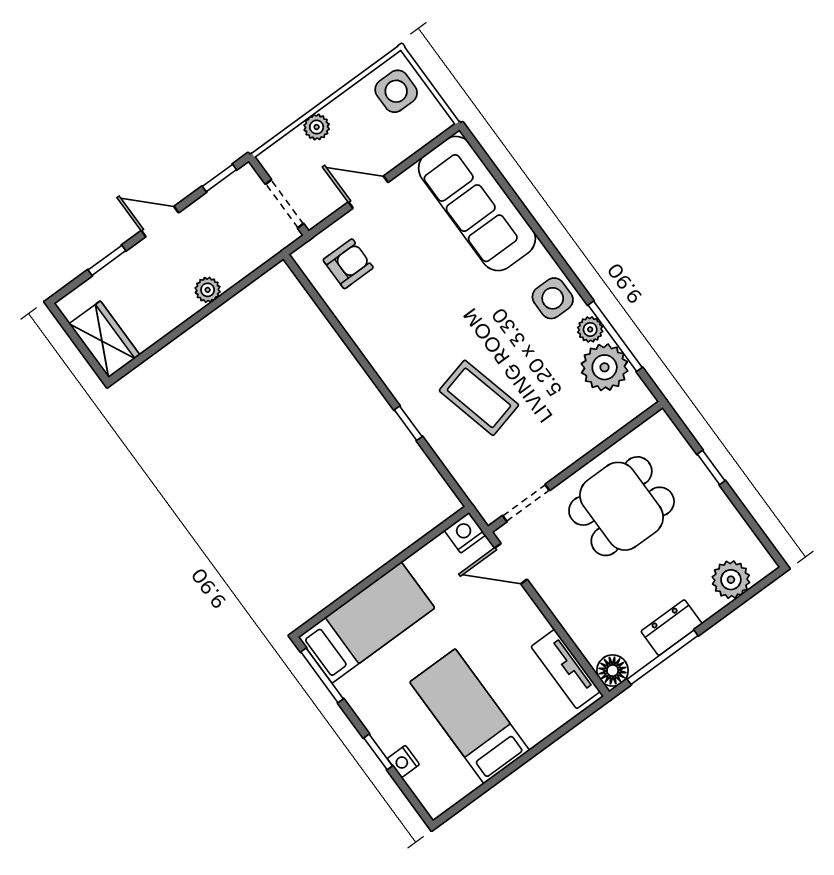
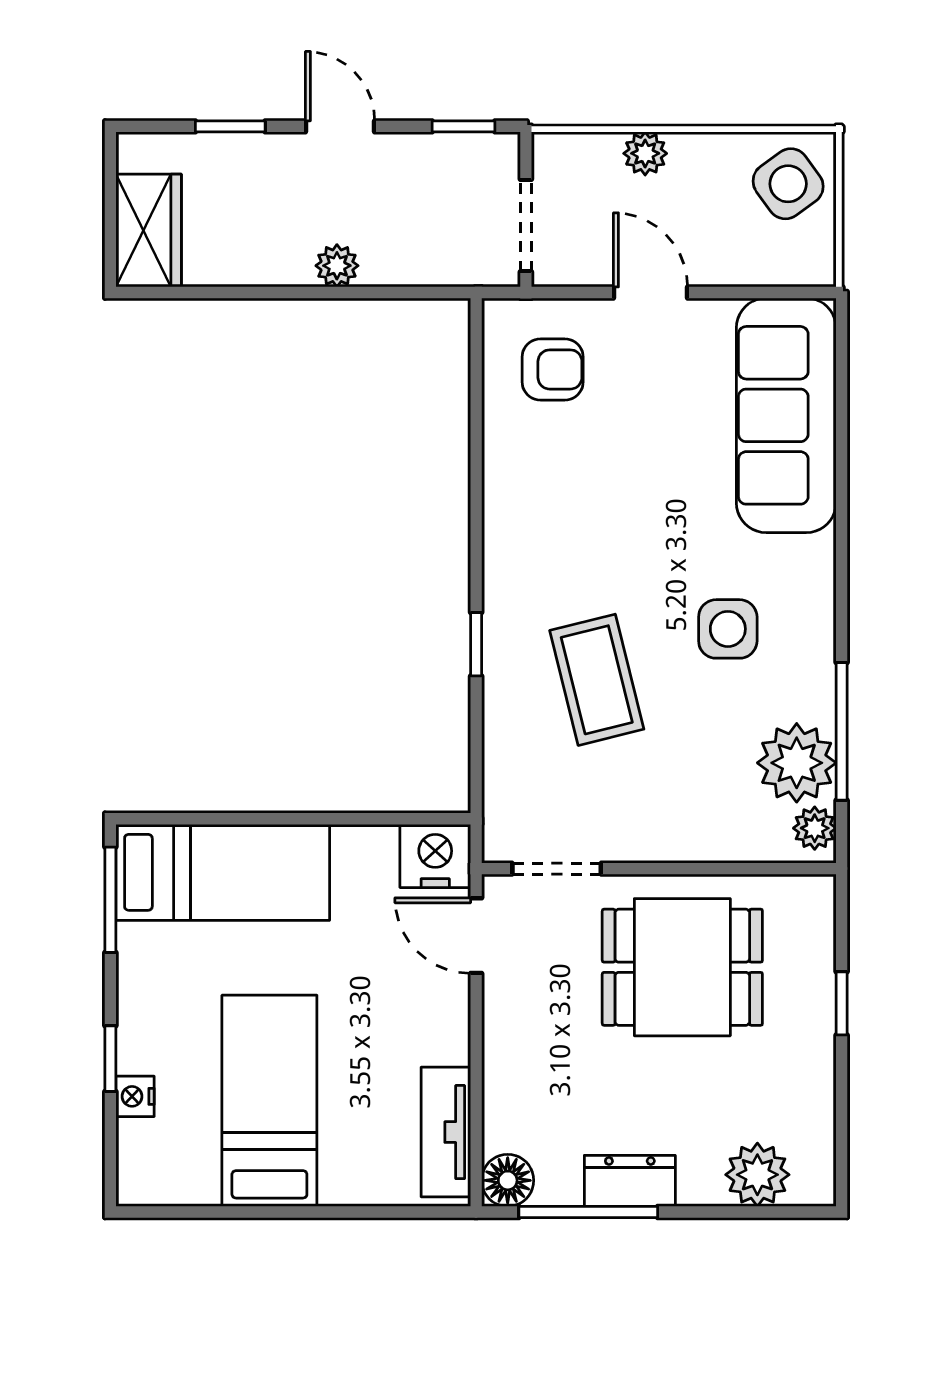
side table: (396, 91) -> (788, 184), turned -36
side table: (553, 298) -> (728, 629), moved
plant: (590, 329) -> (815, 828), moved
nightstand: (465, 533) -> (435, 856), width x1.36, depth x1.33

